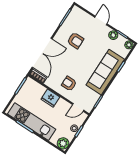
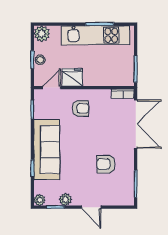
double door: (42, 53) -> (136, 124), swing flipped
fridge: (50, 98) -> (72, 77), moved

